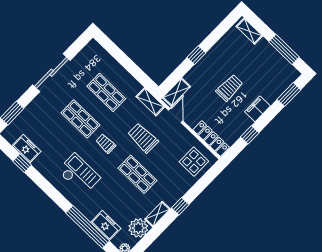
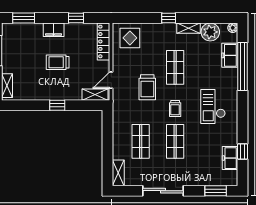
shelving: (150, 102) -> (118, 173), moved

